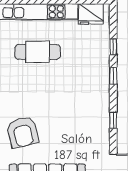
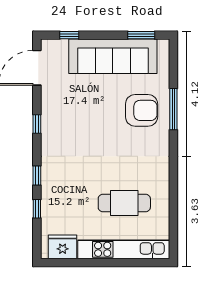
armchair: (23, 132) -> (142, 110), turned 104

